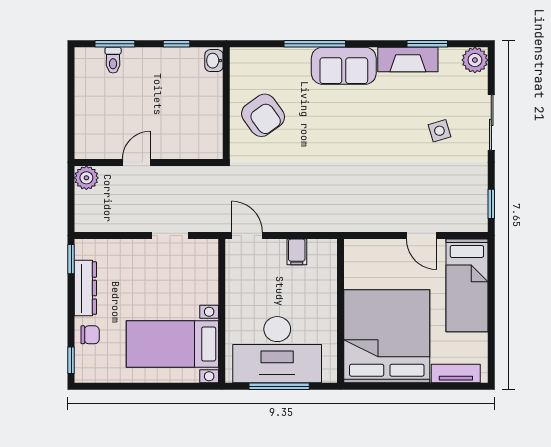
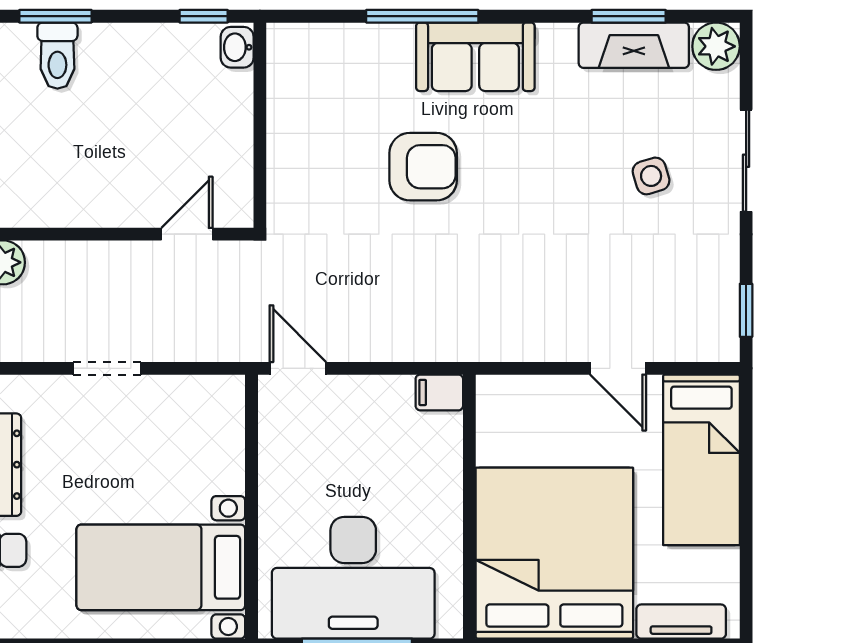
window: (176, 44) -> (204, 16), moved
fireplace: (408, 59) -> (634, 45), moved
toilet: (113, 60) -> (57, 56), width x1.37, depth x1.39
armchair: (263, 115) -> (423, 167), moved, turned -54
door: (136, 162) -> (187, 234), moved
doorway: (170, 236) -> (107, 368), moved
filing cabinet: (297, 252) -> (439, 392), moved, turned 90

